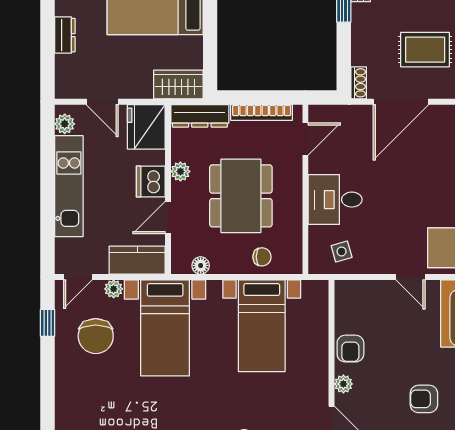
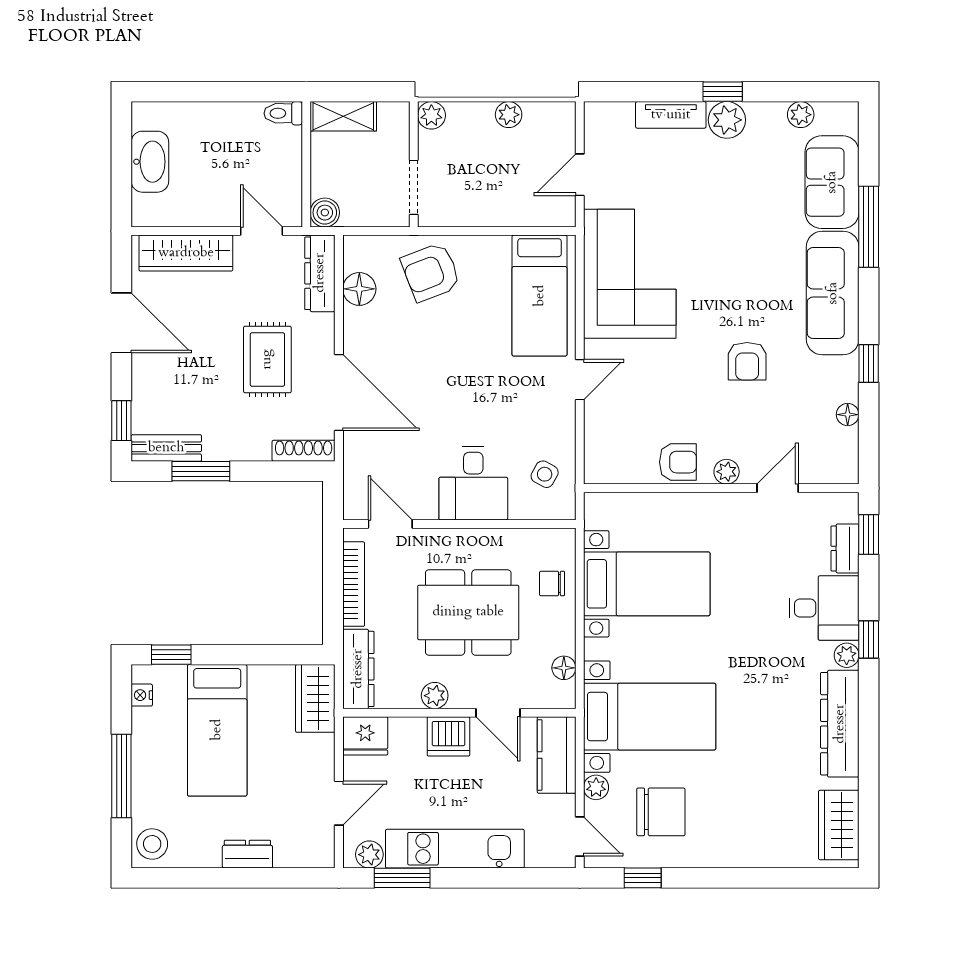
shoe rack: (359, 83) -> (304, 451), width x1.43
fridge: (146, 127) -> (365, 736), width x0.73, depth x0.75
window: (48, 148) -> (402, 878), added
side table: (342, 251) -> (545, 474), turned 45
chair: (262, 257) -> (552, 584), turned -90

